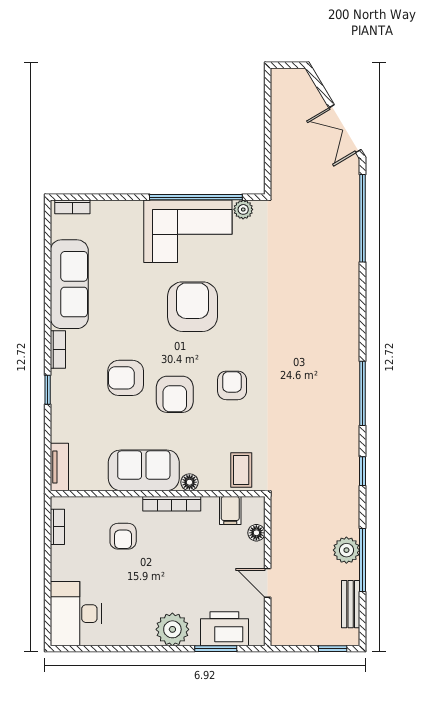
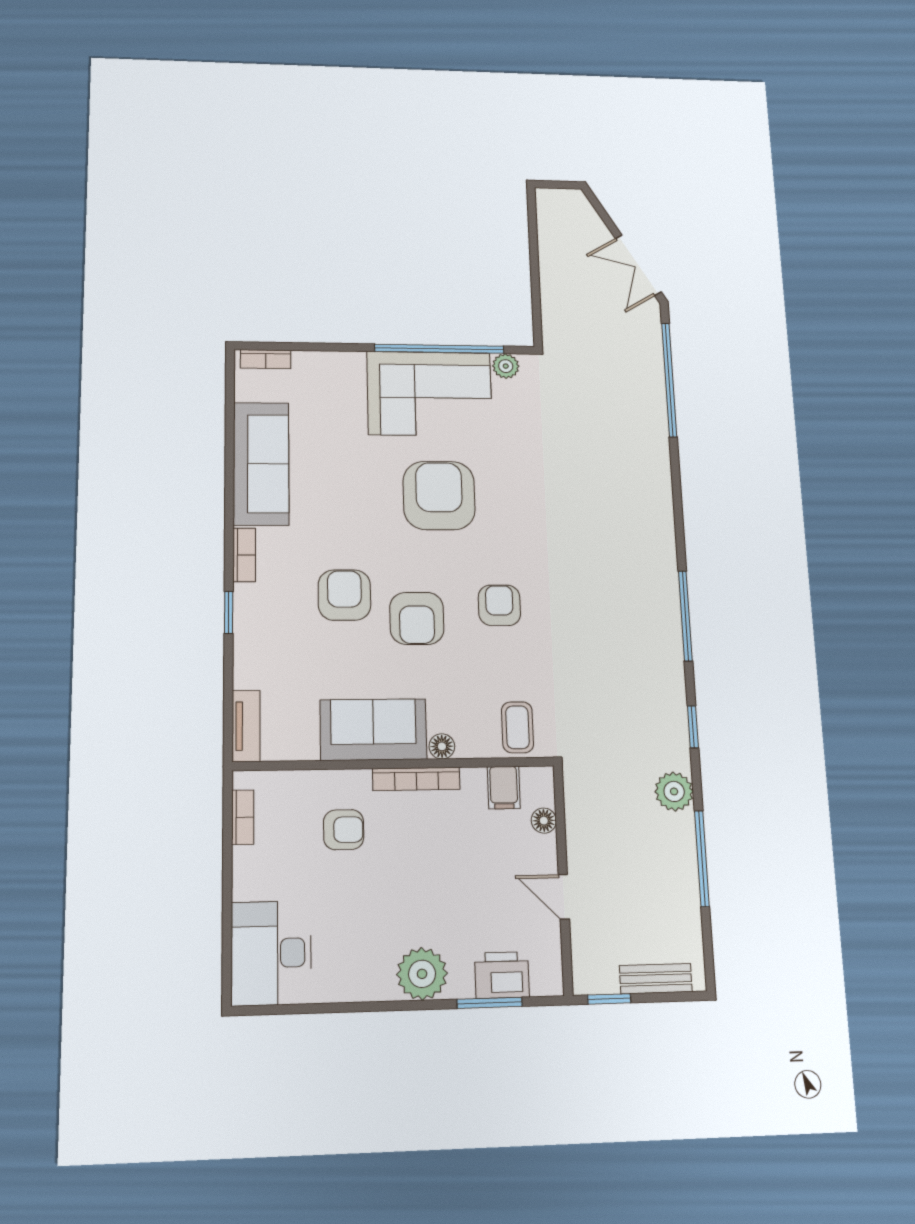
armchair: (126, 378) -> (344, 595), turned 90
armchair: (123, 536) -> (344, 830), turned -90
plant: (346, 550) -> (674, 791), moved
bench: (351, 604) -> (656, 979), moved, turned 90
printer: (224, 629) -> (502, 975), width x0.73, depth x0.84
window: (333, 649) -> (609, 999), moved

